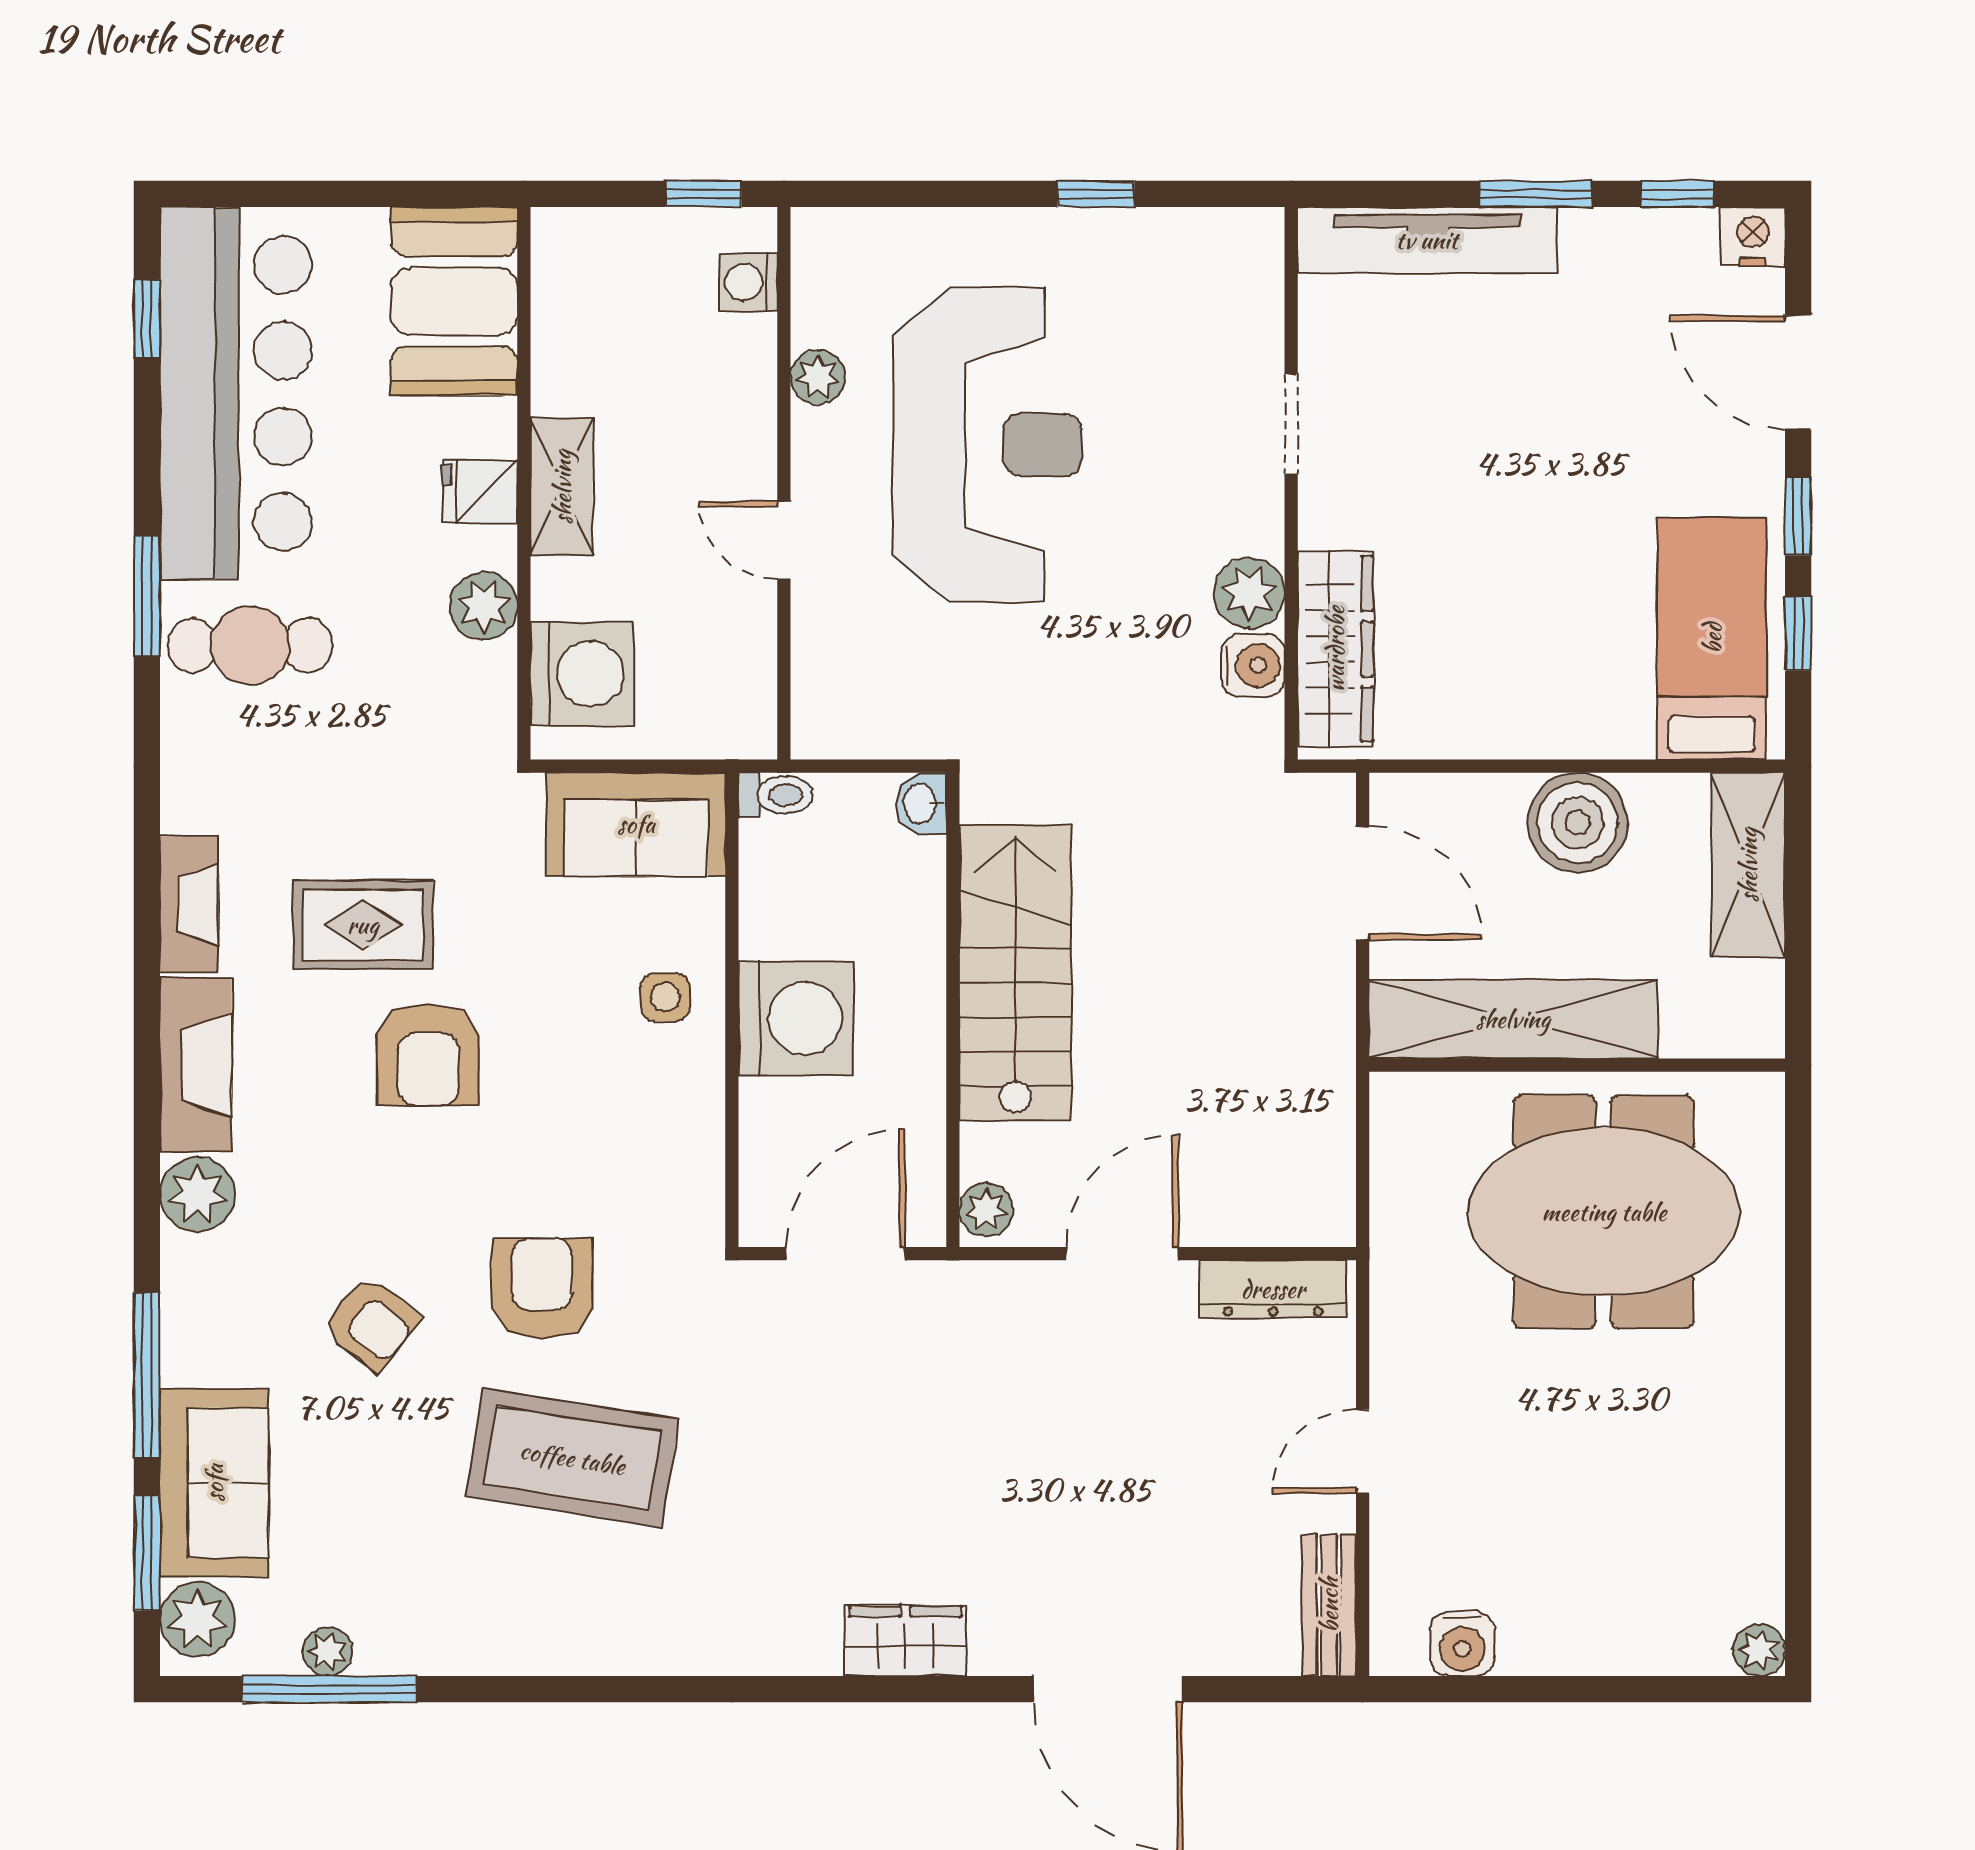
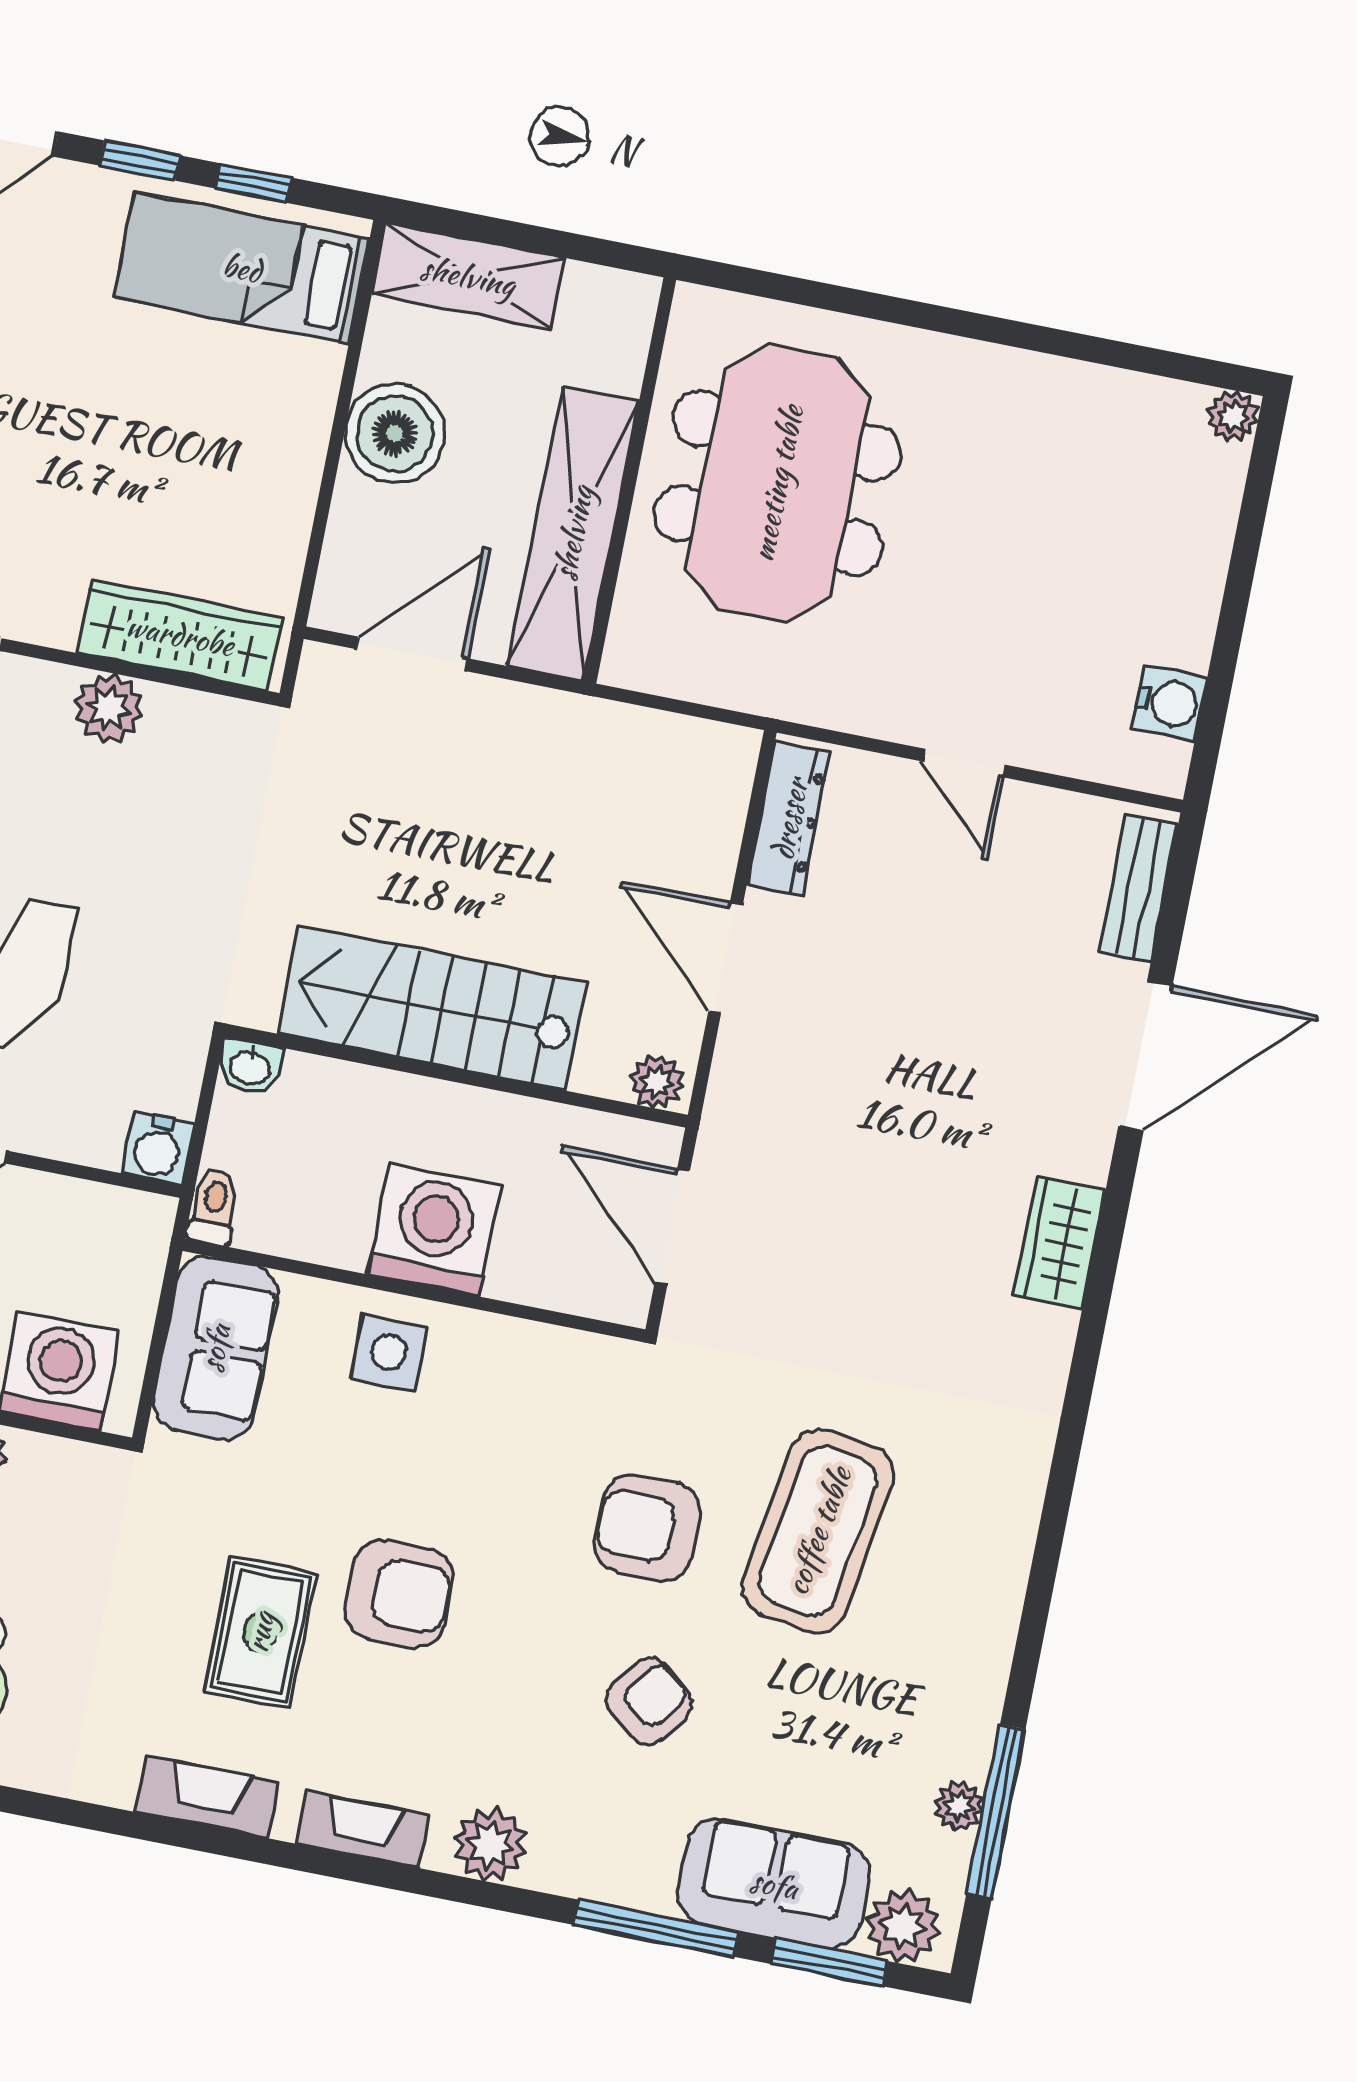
water cooler: (1253, 665) -> (158, 1148), moved, turned 180
side table: (665, 997) -> (389, 1352), width x1.37, depth x1.37
fireplace: (196, 1065) -> (362, 1830), width x0.73, depth x0.76
bench: (1329, 1605) -> (1138, 888), moved, turned 90

